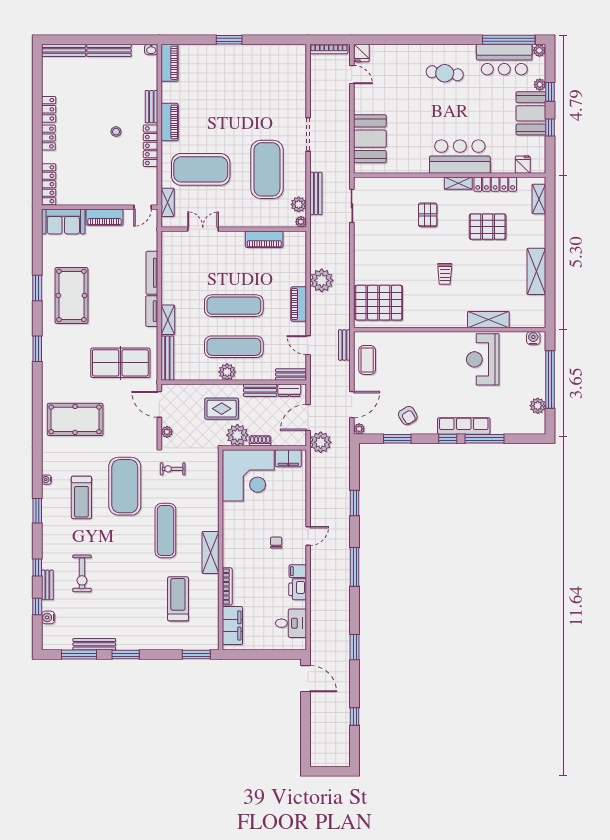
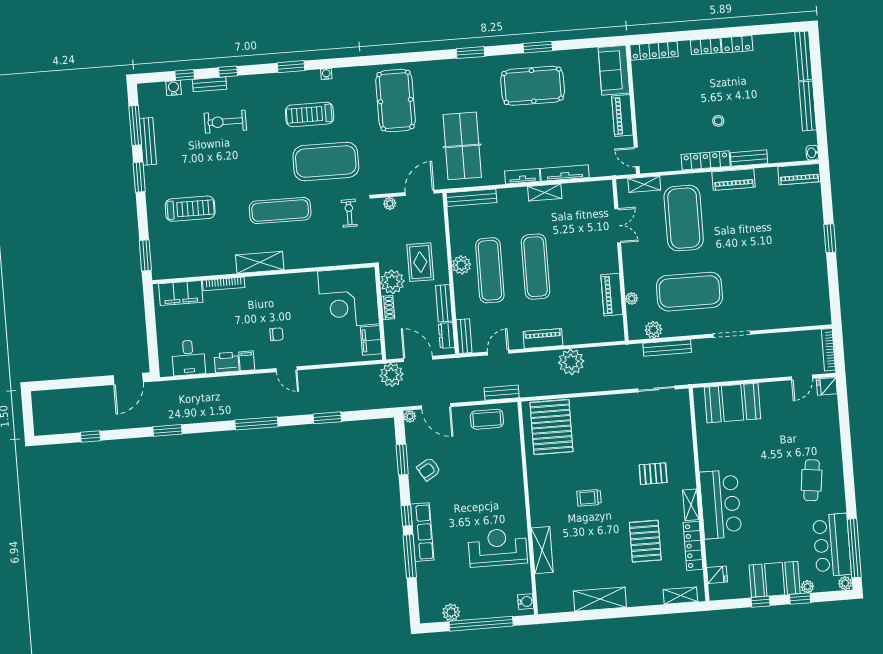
plant: (301, 222) -> (632, 298), moved
shelving: (168, 320) -> (545, 192), moved
treadmill: (178, 599) -> (190, 209), moved

